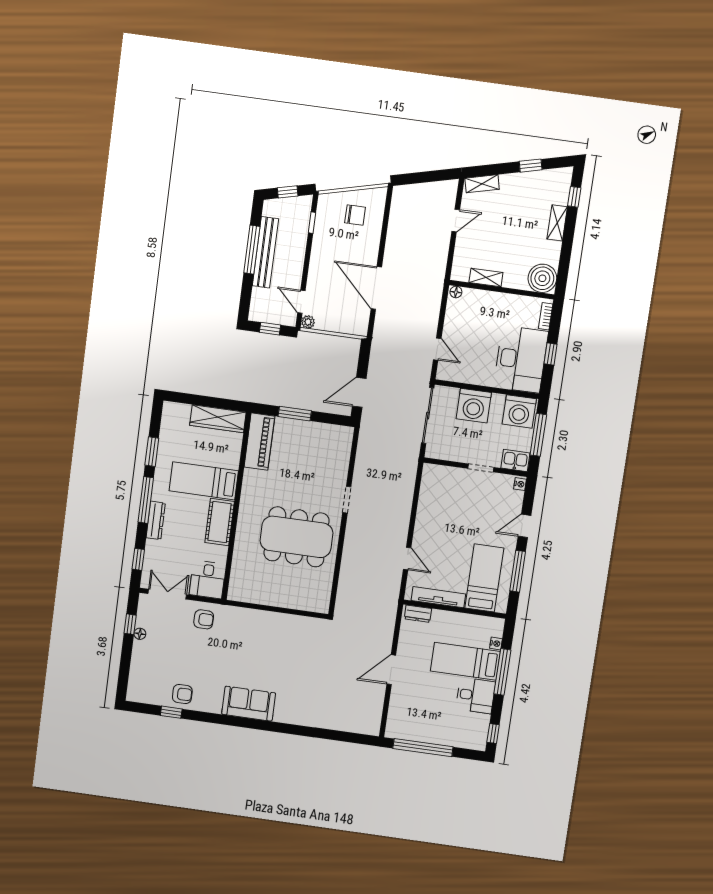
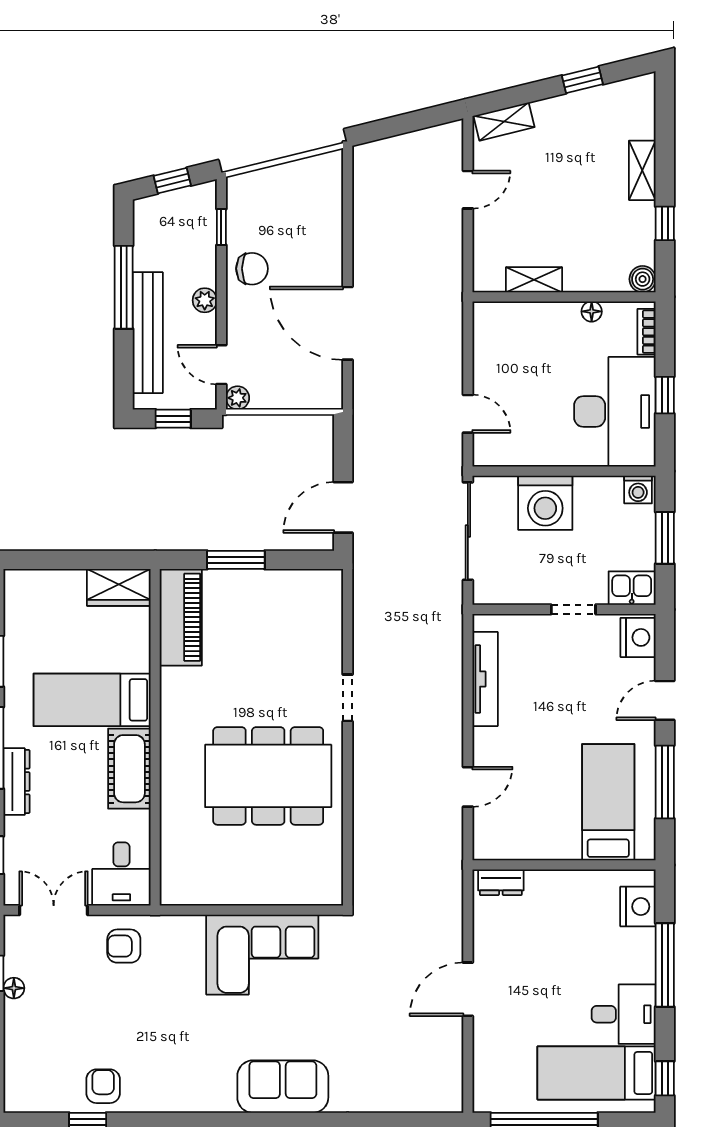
window: (574, 197) -> (665, 223), moved
chair: (355, 215) -> (252, 269), moved
bench: (265, 252) -> (148, 333), moved
plant: (297, 264) -> (205, 300), added
boiler: (542, 278) -> (643, 279), width x0.54, depth x0.54
floor lamp: (456, 292) -> (592, 311), moved
washing machine: (519, 411) -> (638, 490), width x0.53, depth x0.53
wardrobe: (218, 419) -> (119, 587), width x0.67
window: (538, 435) -> (665, 538), width x0.69
nightstand: (520, 484) -> (638, 637), width x1.89, depth x1.79
door: (407, 559) -> (468, 787), hinge flipped
tv unit: (438, 597) -> (485, 679), moved, turned 90
armchair: (204, 619) -> (124, 946), turned 180
corner sofa: (280, 635) -> (262, 955), added
nightstand: (496, 643) -> (638, 907), width x1.89, depth x1.79
bed: (465, 661) -> (597, 1073), moved
armchair: (182, 694) -> (103, 1086), turned -90
sofa: (249, 704) -> (283, 1087), moved

